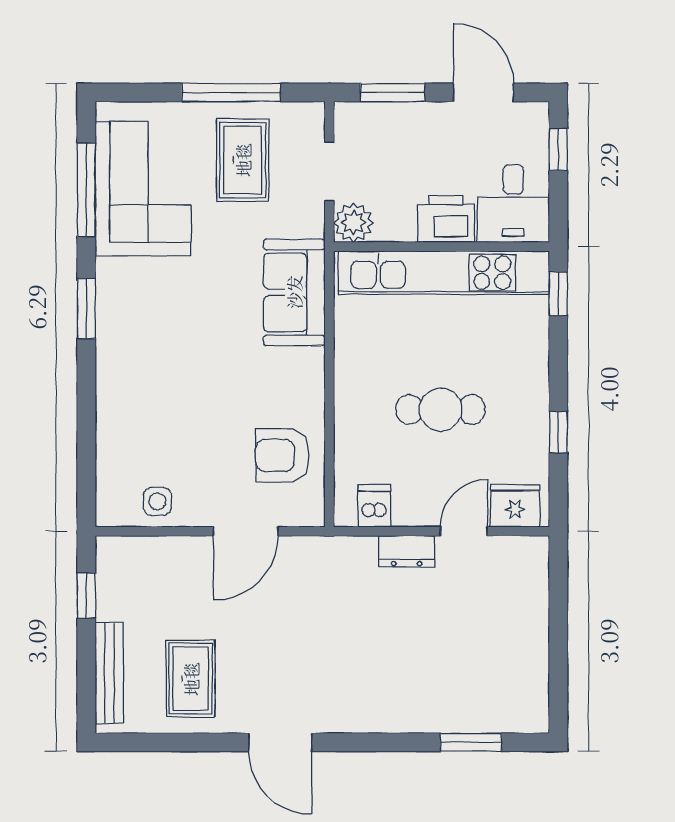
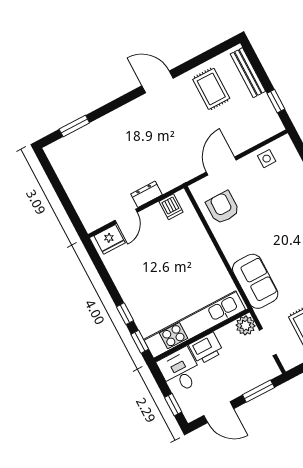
cafe table: (441, 410) -> (164, 264), removed
window: (558, 432) -> (125, 314), moved
armchair: (282, 455) -> (223, 208), turned -90

